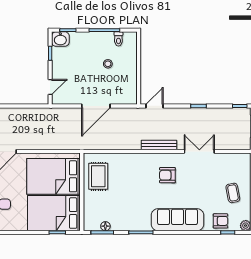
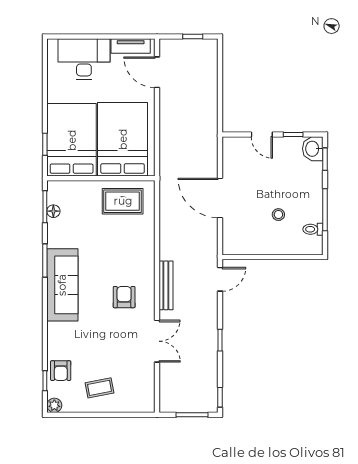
door: (50, 87) -> (262, 135), moved
door: (155, 106) -> (220, 279), hinge flipped
sofa: (178, 220) -> (62, 285), moved

